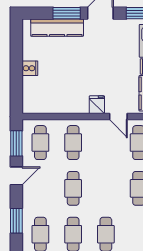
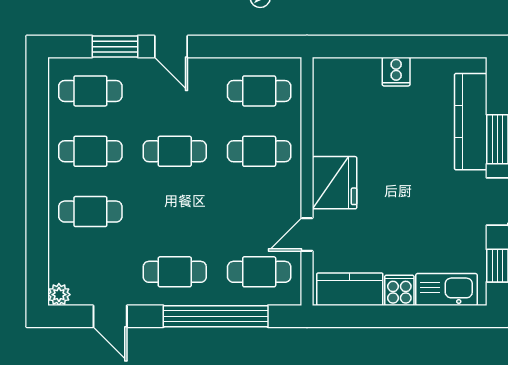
fridge: (97, 105) -> (334, 183), width x1.88, depth x1.34
window: (16, 143) -> (258, 47), removed
door: (16, 176) -> (171, 47), moved

